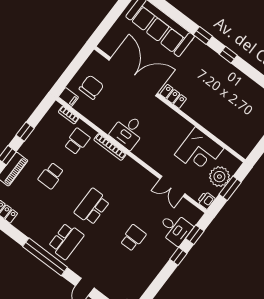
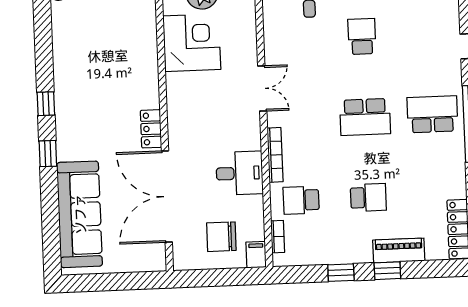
desk: (128, 131) -> (239, 173), moved
double door: (172, 186) -> (262, 89), moved
school desk: (133, 238) -> (362, 36), turned 90

